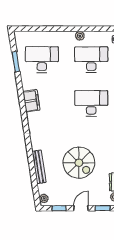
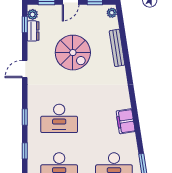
spiral stairs: (79, 163) -> (73, 53), turned 180

